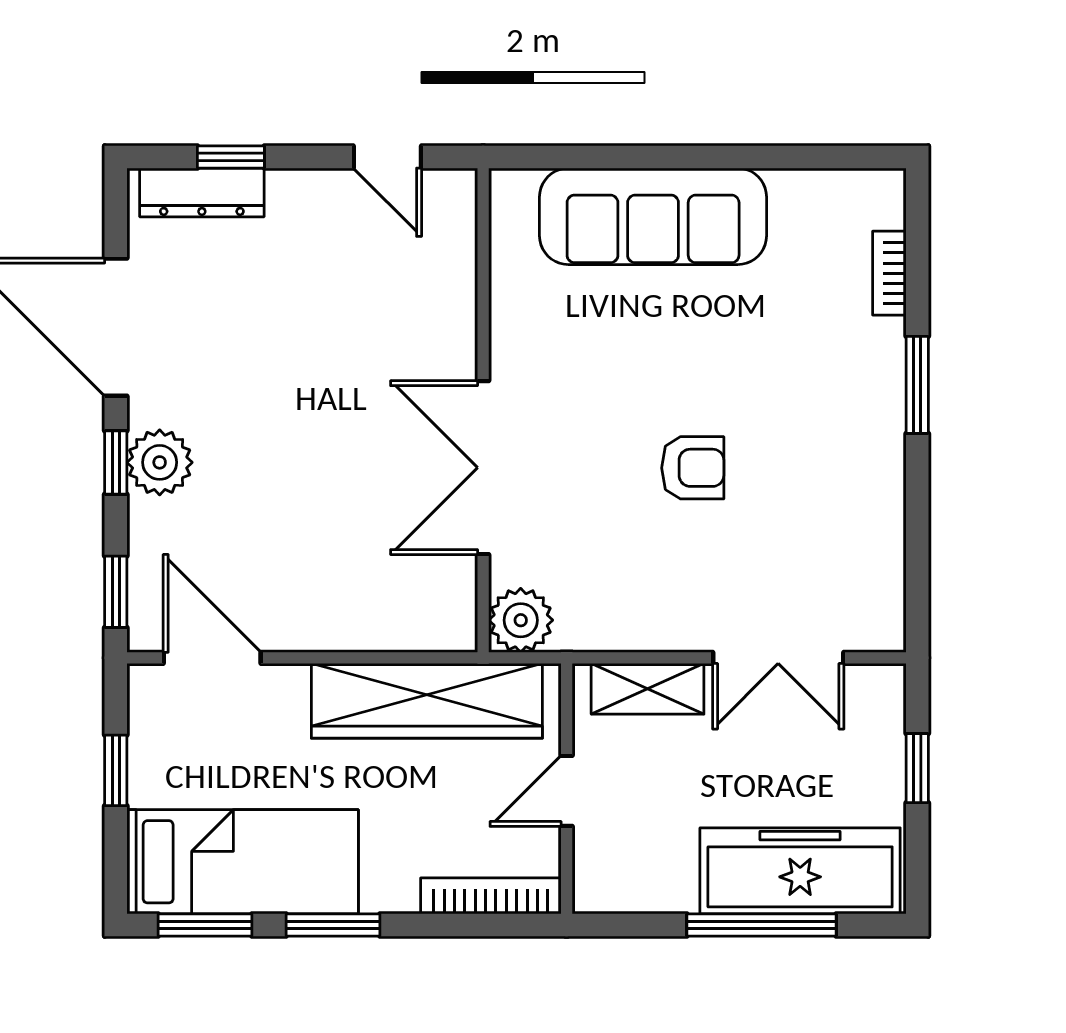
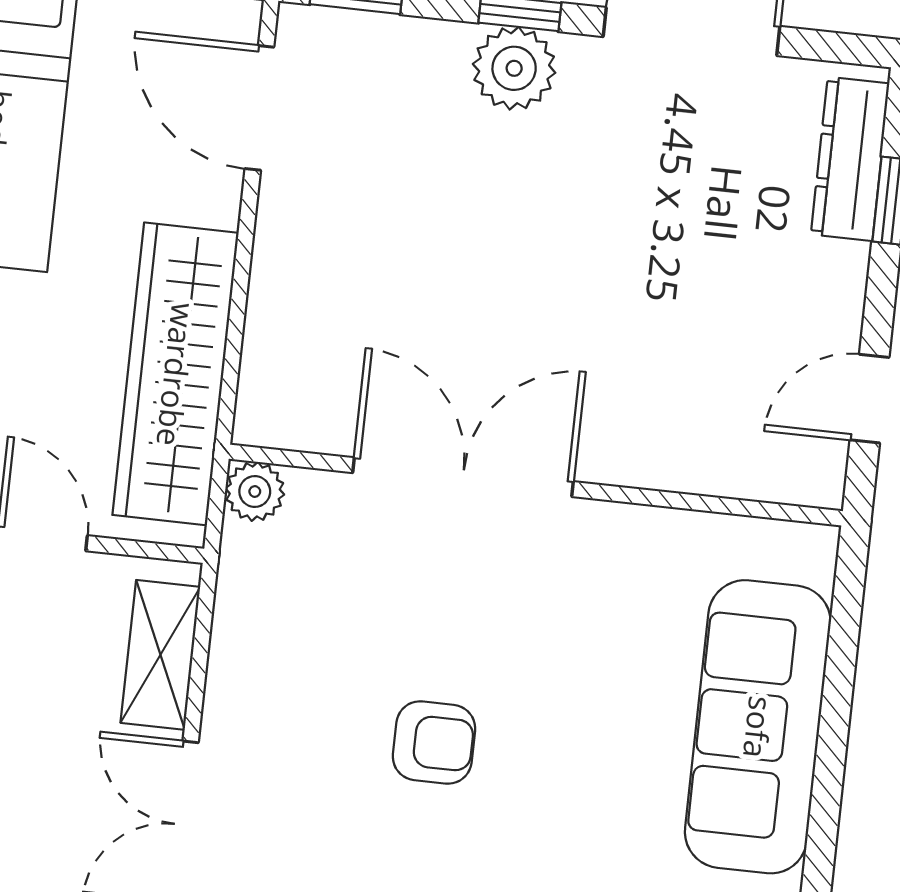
armchair: (693, 468) -> (434, 742), turned -90
plant: (521, 620) -> (255, 491), width x0.73, depth x0.73
door: (212, 658) -> (259, 108), swing flipped

